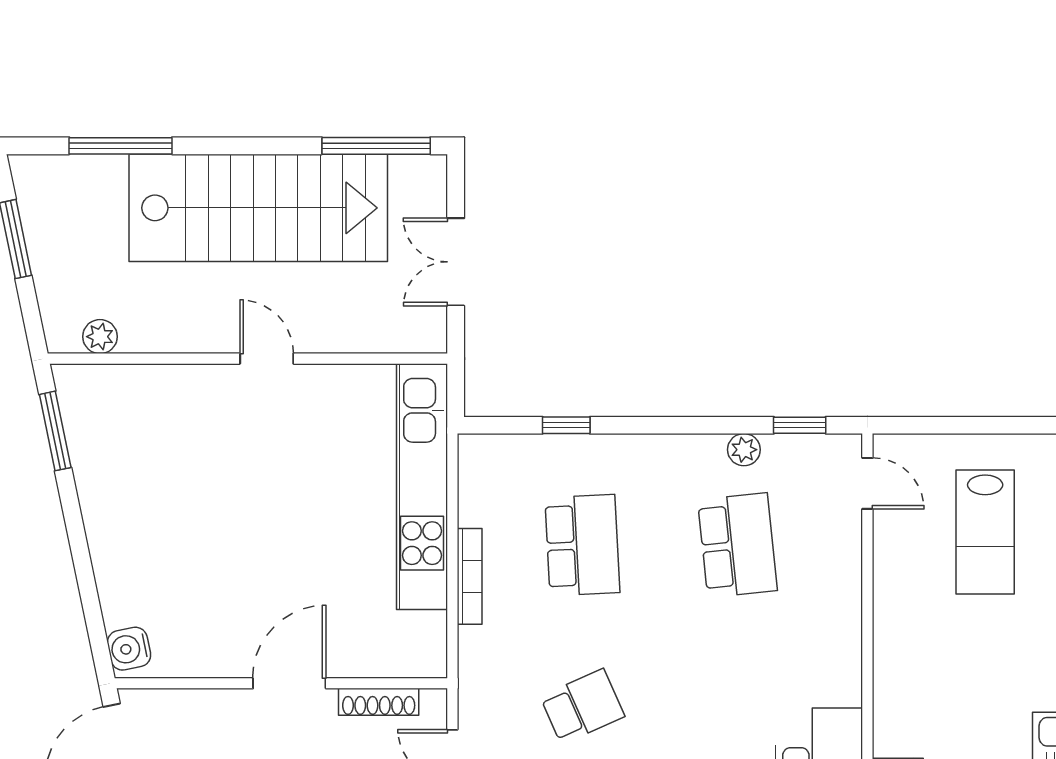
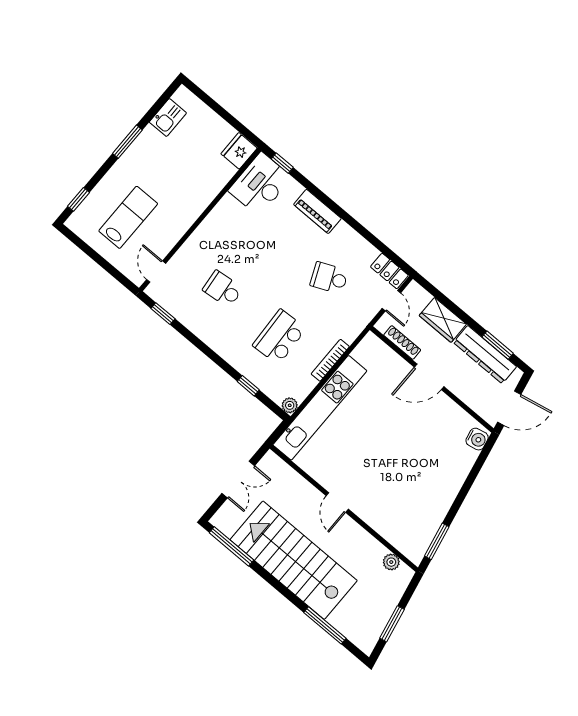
plant: (744, 450) -> (290, 405), moved
school desk: (737, 545) -> (223, 289), width x0.54

